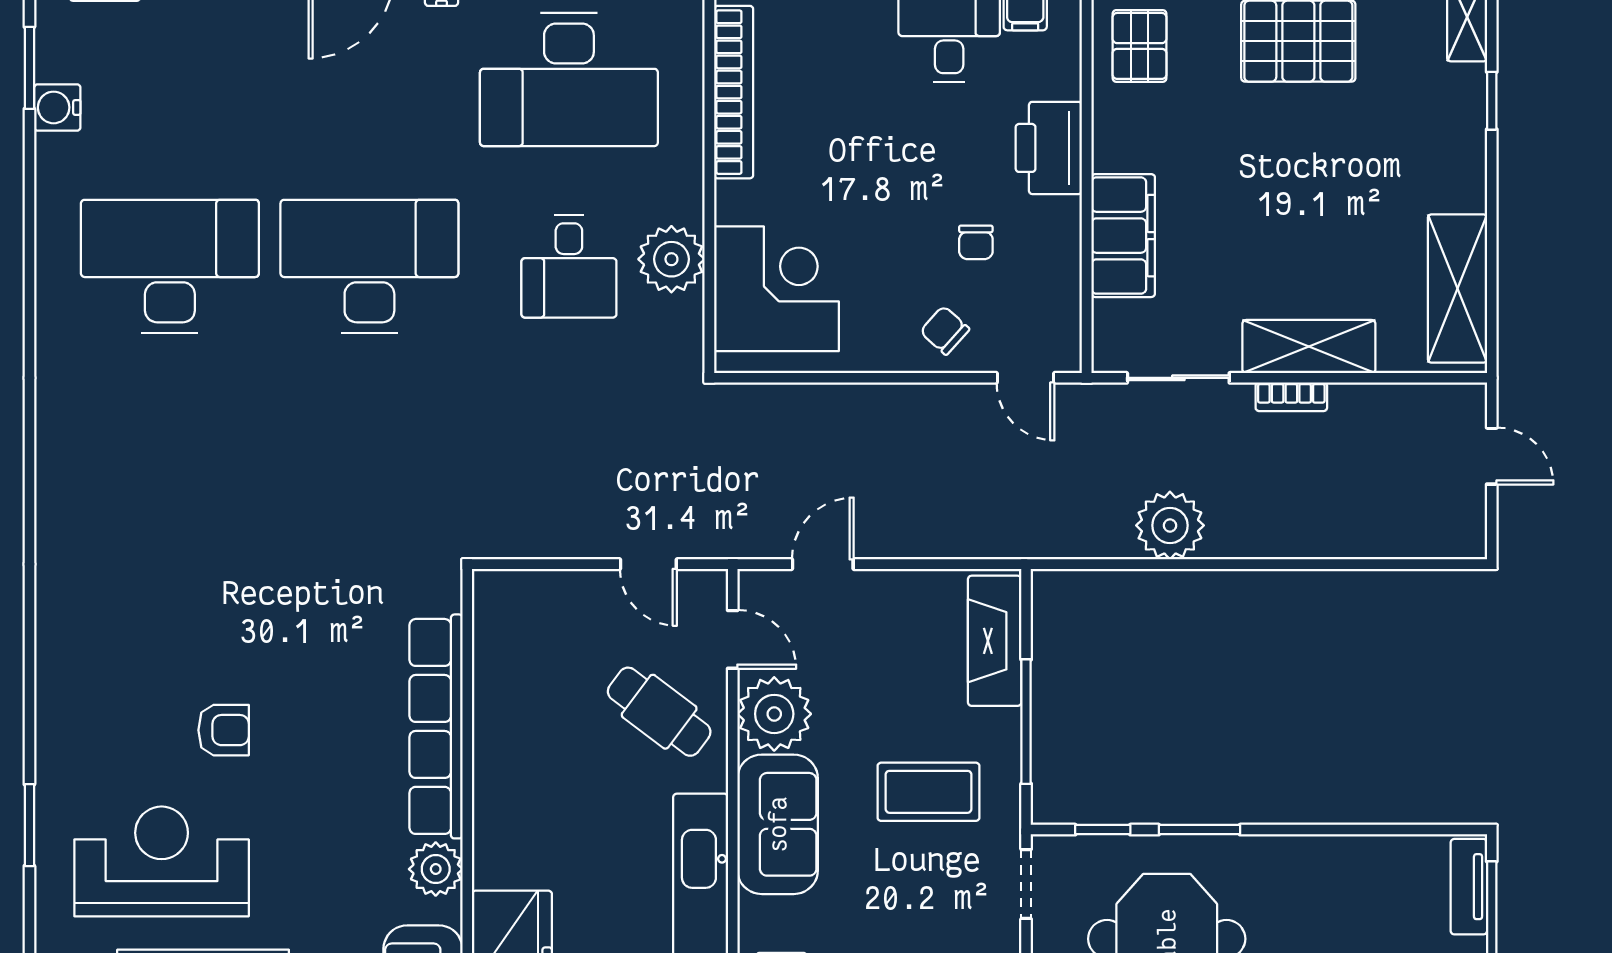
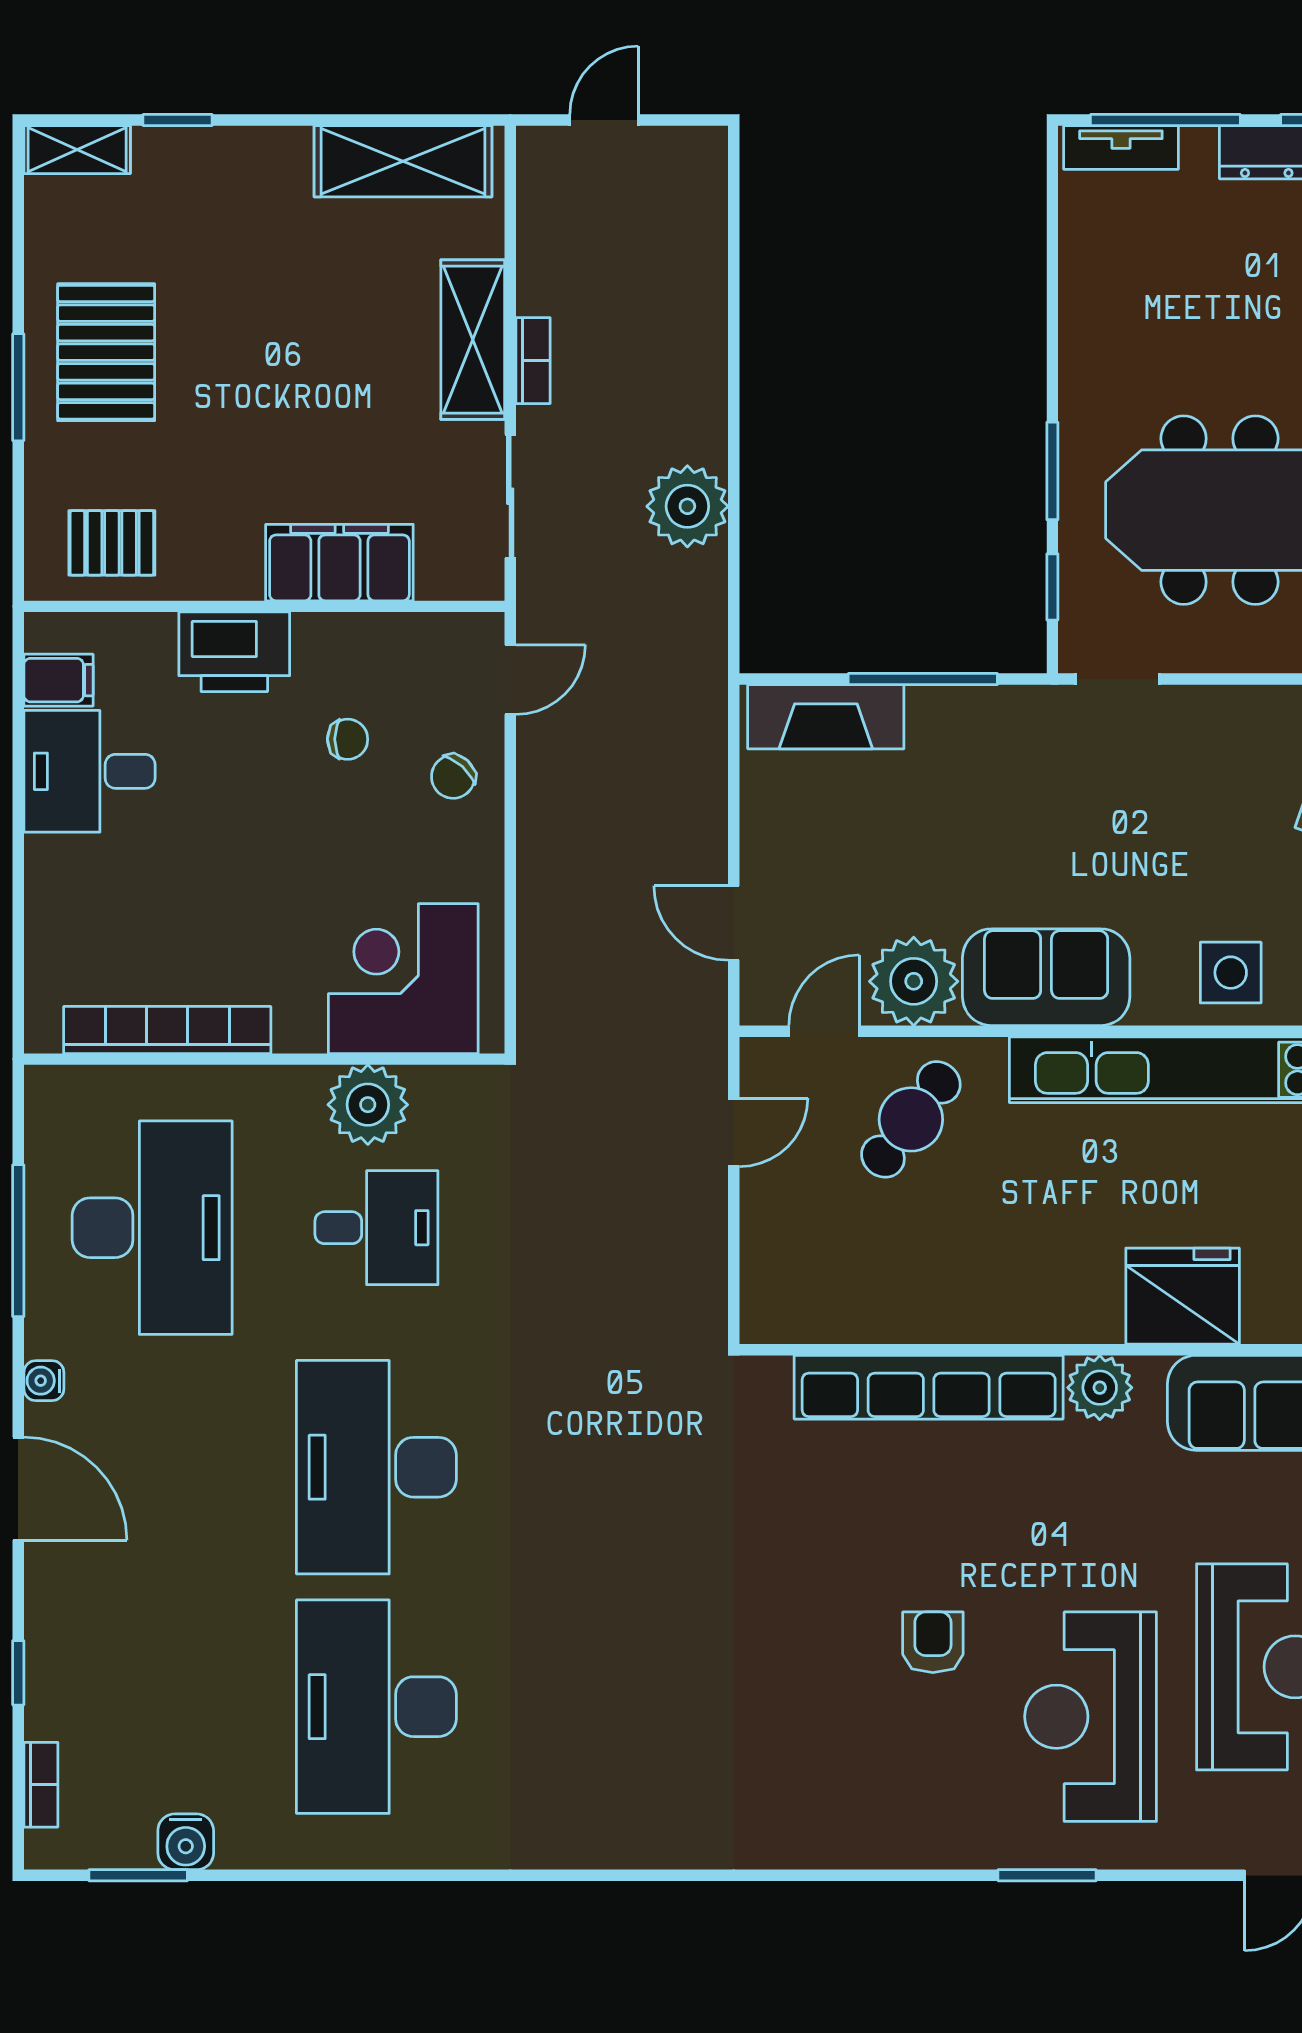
coffee table: (928, 792) -> (1007, 796), removed

